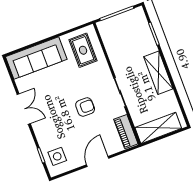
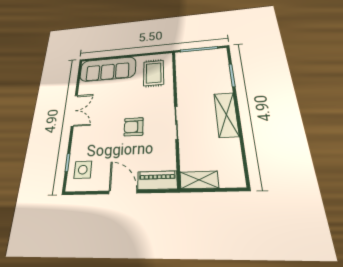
armchair: (85, 107) -> (134, 127), turned 180
shelving: (158, 128) -> (199, 180), width x0.67, depth x0.75
piano: (126, 132) -> (157, 180), moved, turned 90
door: (98, 161) -> (123, 192), hinge flipped

